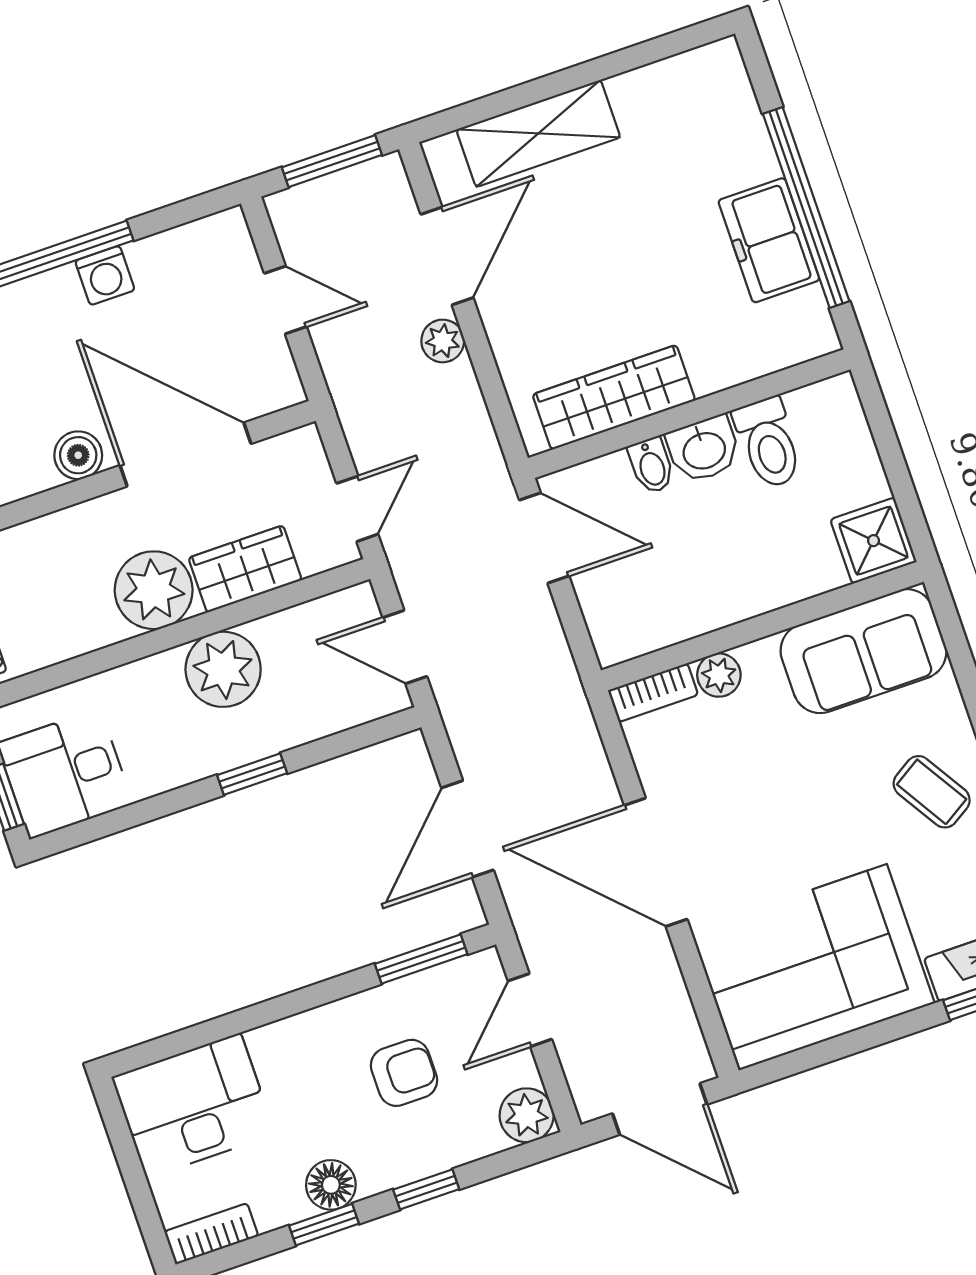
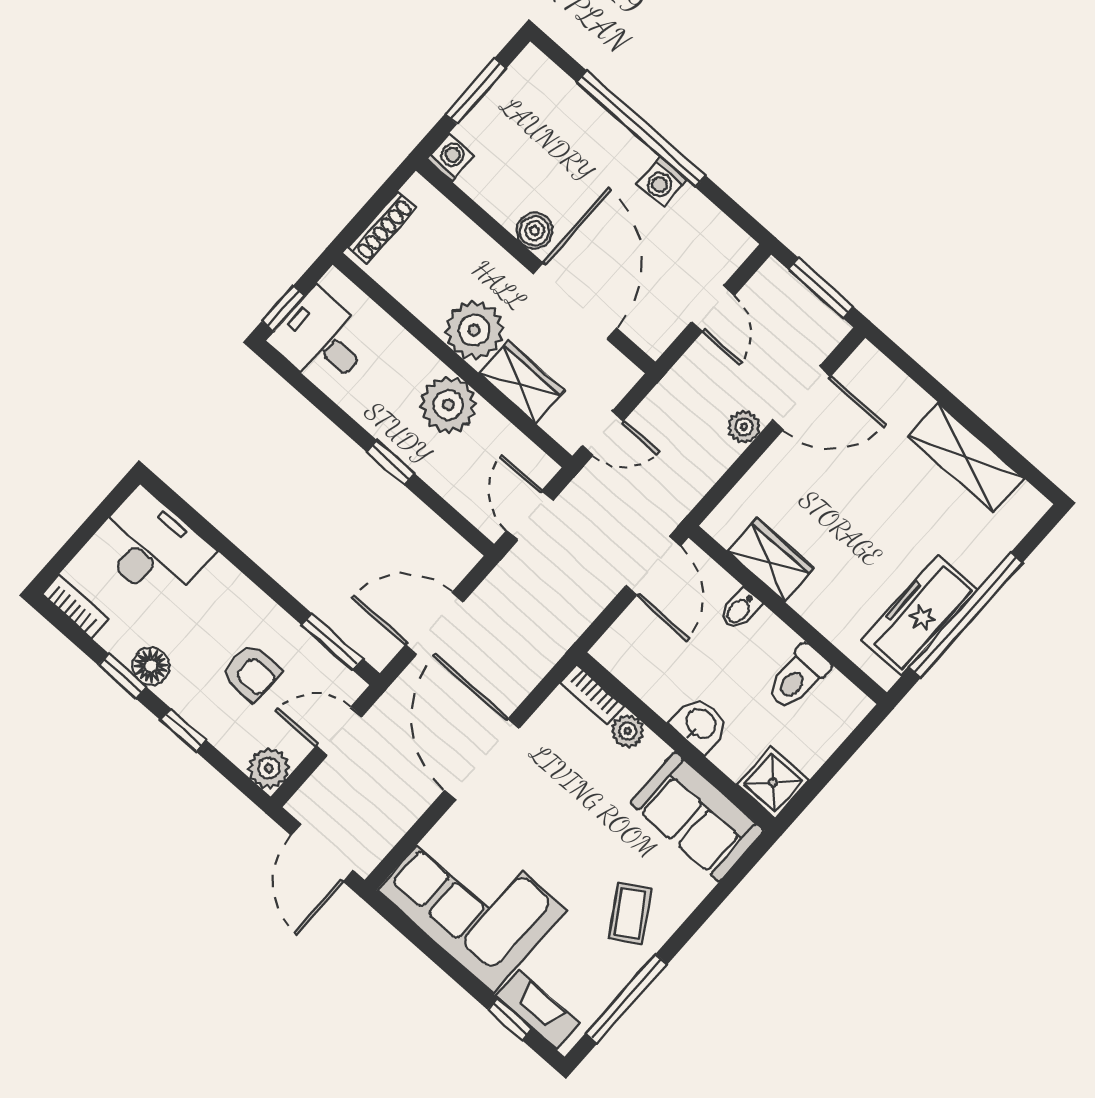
shelving: (538, 133) -> (966, 457), moved
freezer: (769, 240) -> (920, 615), width x1.40
wardrobe: (614, 397) -> (771, 560), width x0.67
washbasin: (704, 449) -> (700, 724), moved, turned 180

